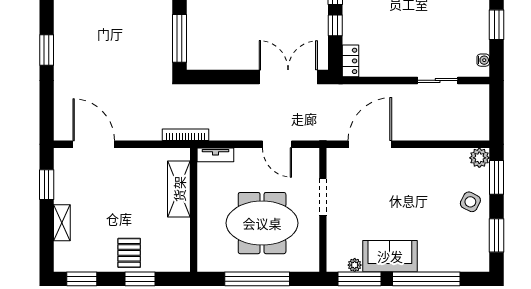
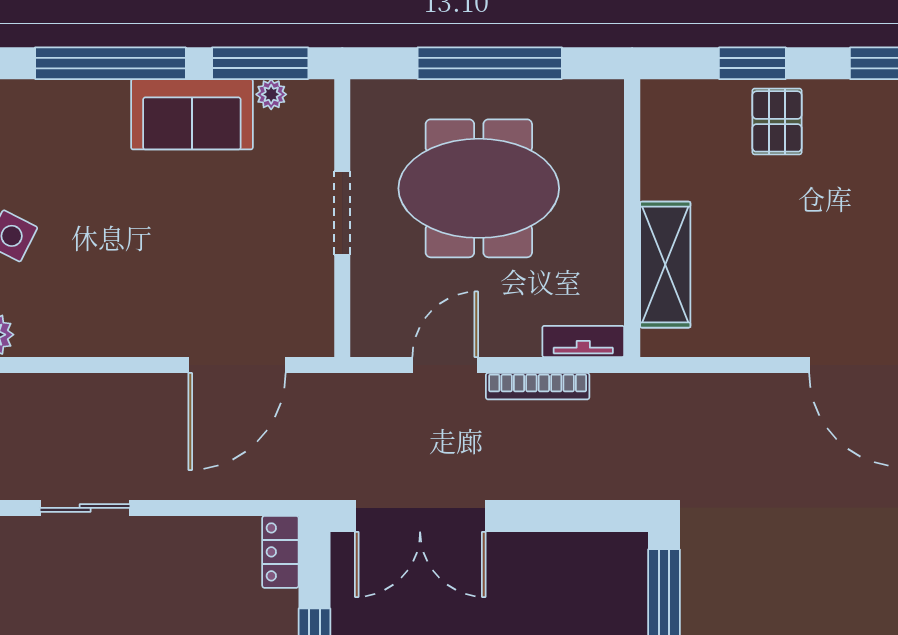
bookcase: (185, 135) -> (538, 386), moved
door: (277, 144) -> (445, 365), hinge flipped
doorway: (323, 197) -> (342, 213), moved

